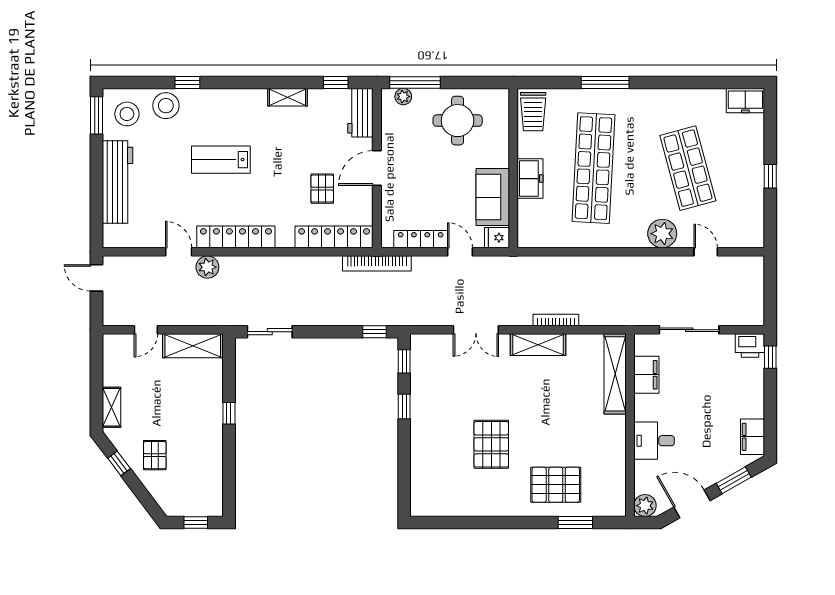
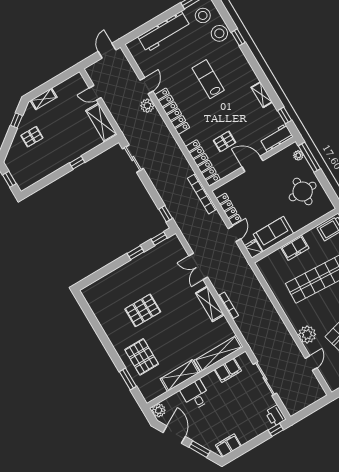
shelving: (614, 446) -> (180, 375), added

